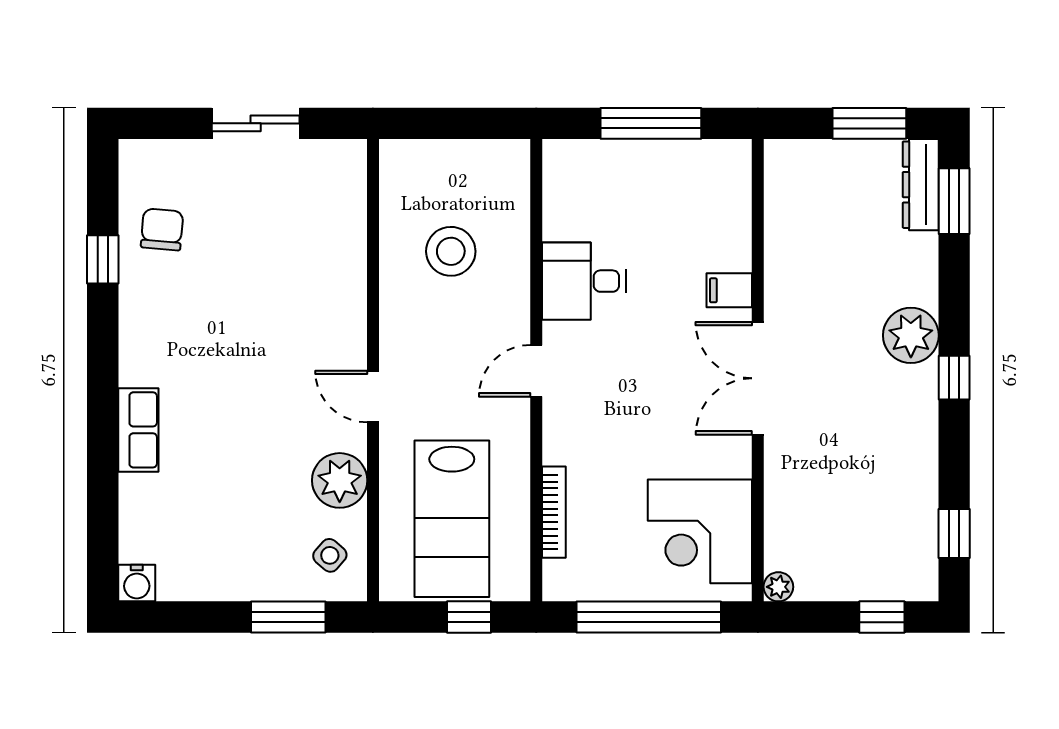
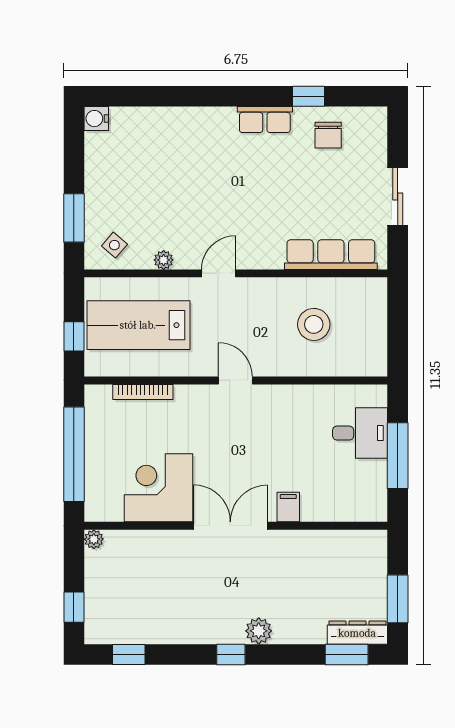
row of seats: (344, 225) -> (331, 255), added
chair: (162, 229) -> (328, 135), turned 85
desk: (584, 281) -> (360, 433), moved, turned 90
plant: (911, 335) -> (259, 631), width x0.73, depth x0.73
row of seats: (138, 430) -> (265, 120), moved
plant: (340, 480) -> (164, 260), width x0.53, depth x0.53
corner desk: (700, 531) -> (159, 488), moved

